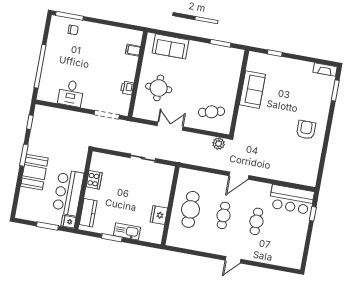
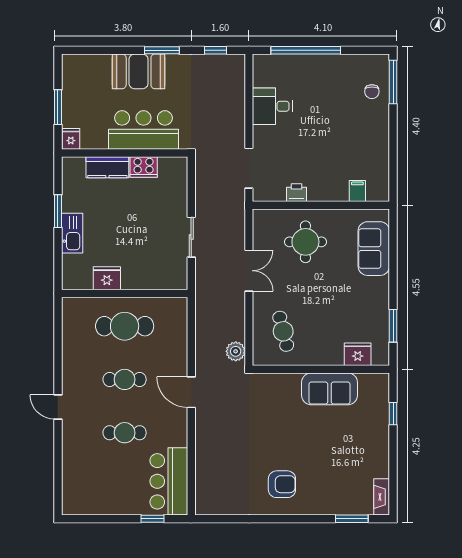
fridge: (234, 68) -> (358, 354), added
bar counter: (68, 193) -> (143, 130), moved
kitchen counter: (88, 213) -> (107, 167), moved

